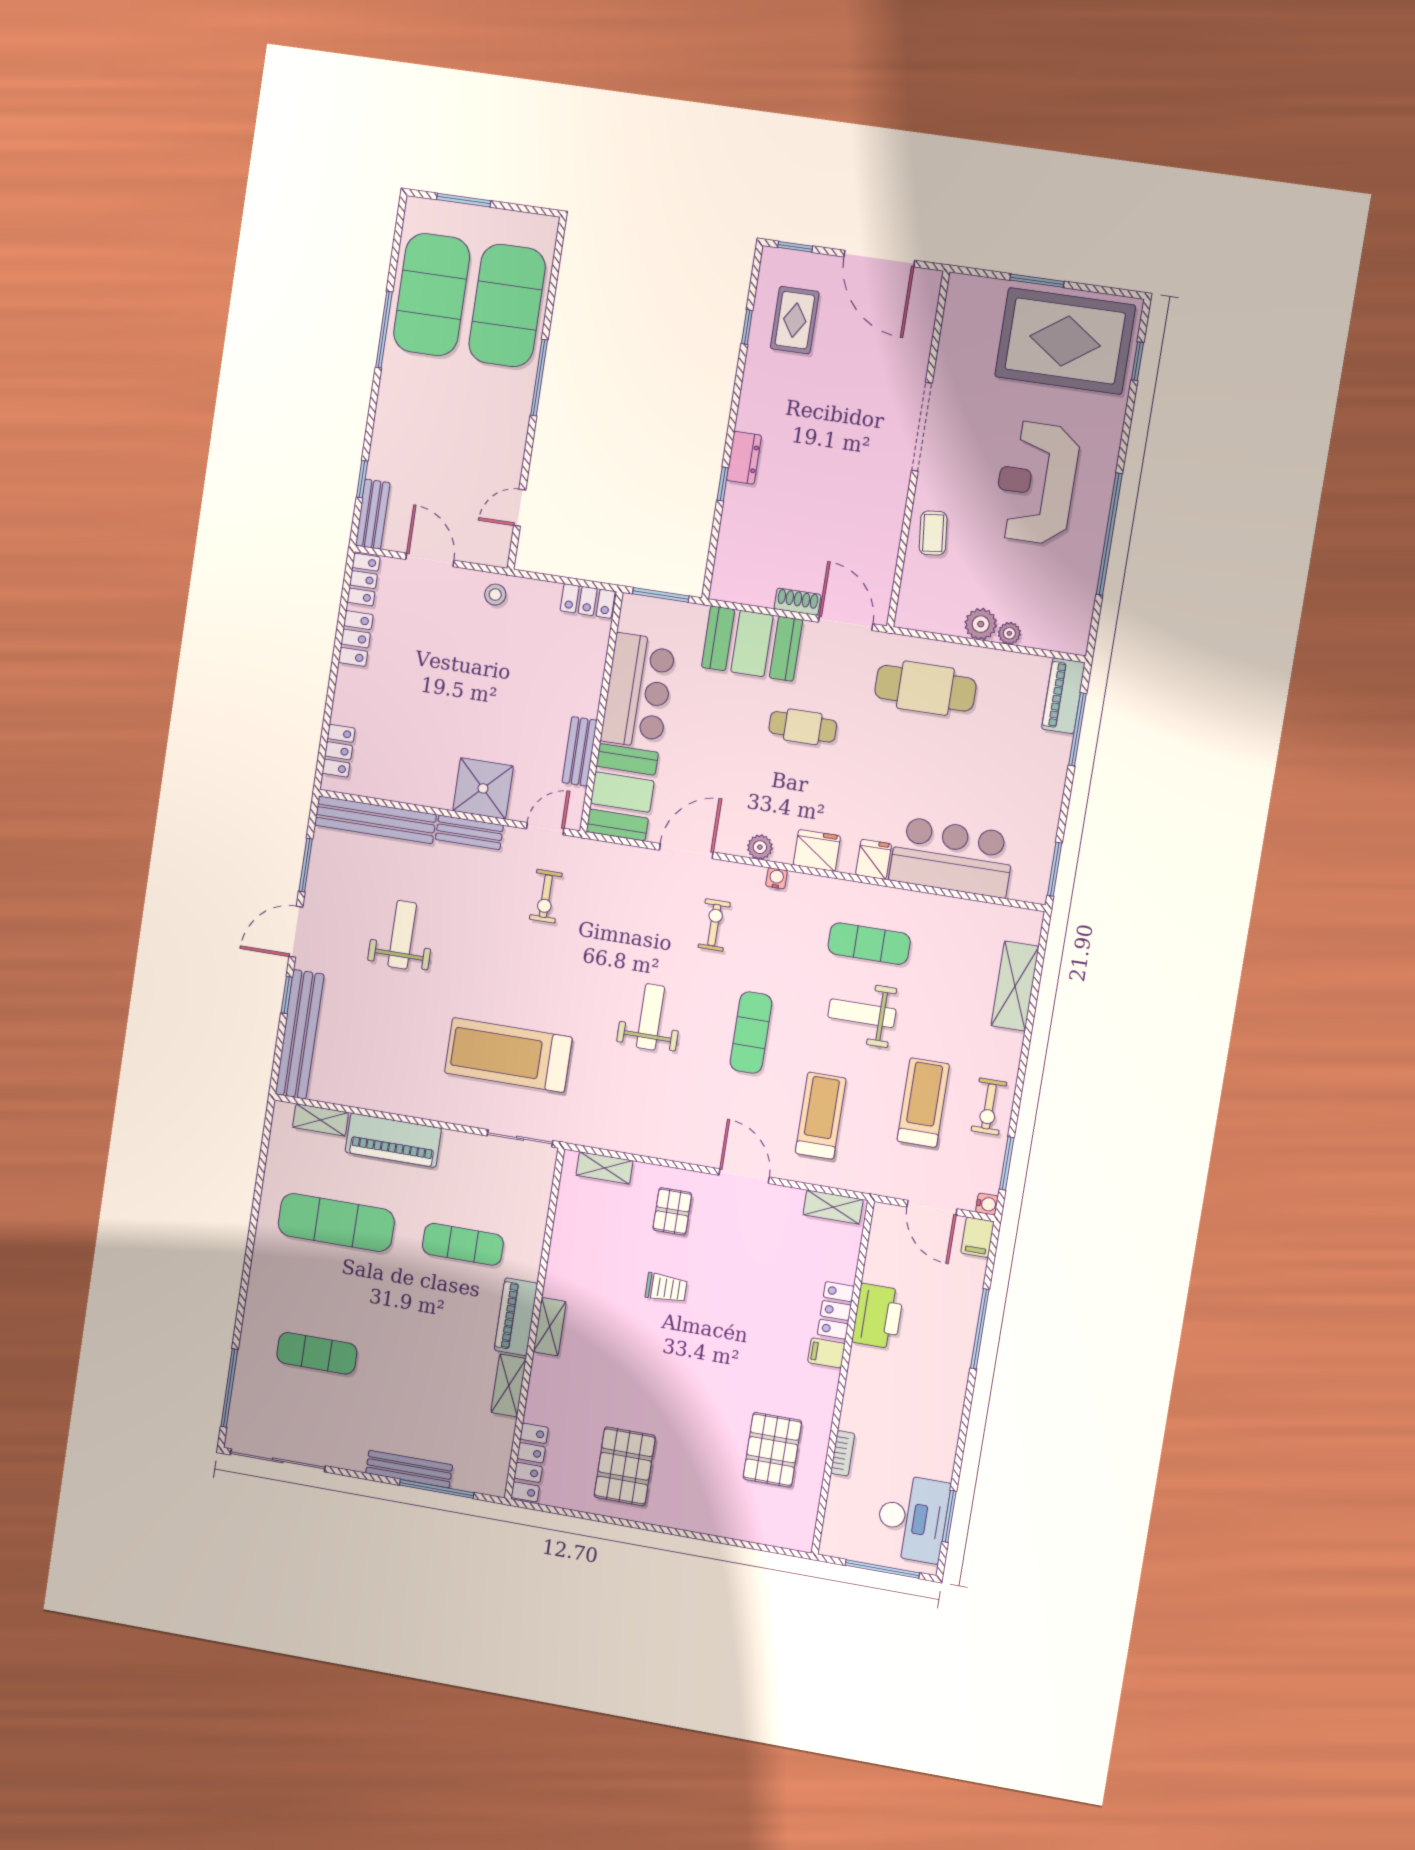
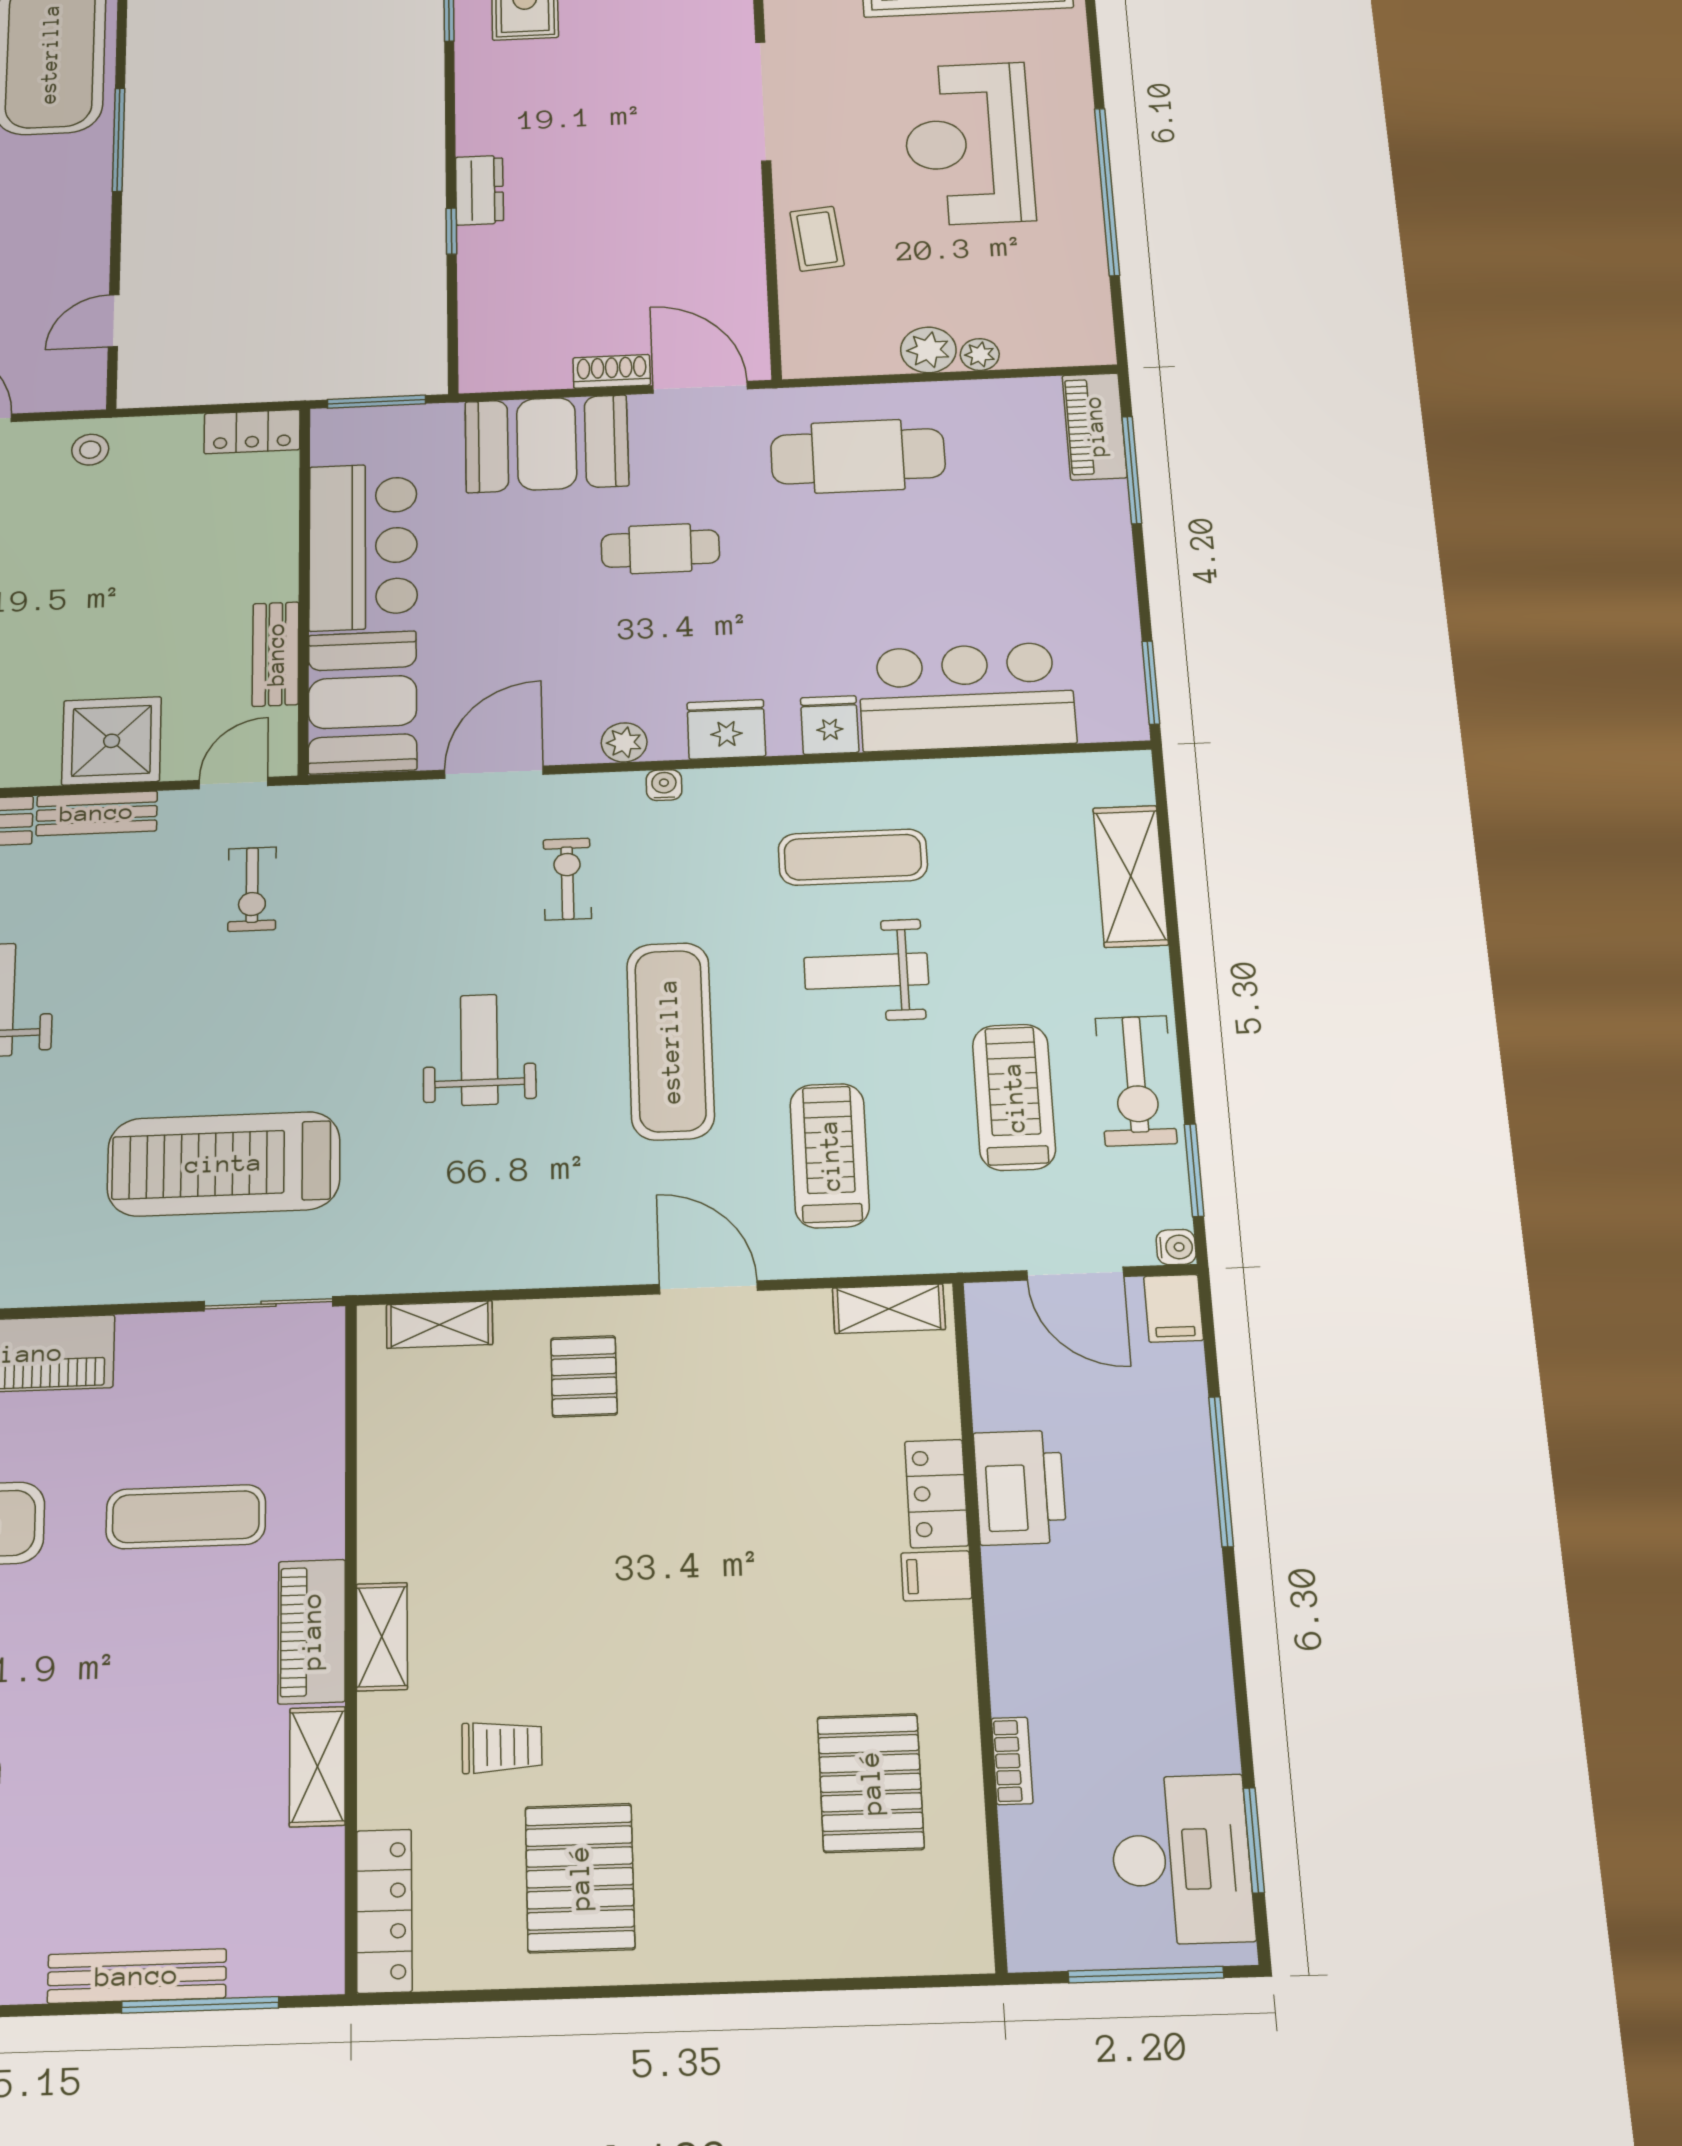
exercise mat: (751, 1033) -> (670, 1041), width x1.36, depth x1.45
exercise bike: (989, 1106) -> (1136, 1081), width x1.38, depth x1.39
trolley: (666, 1288) -> (502, 1747), moved

